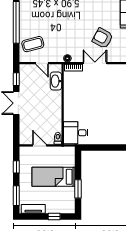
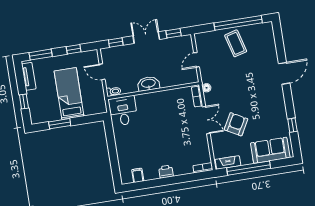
coffee table: (33, 44) -> (236, 43), moved
washbasin: (56, 81) -> (148, 84), moved
window: (16, 130) -> (116, 42), added
door: (39, 145) -> (102, 72), swing flipped

